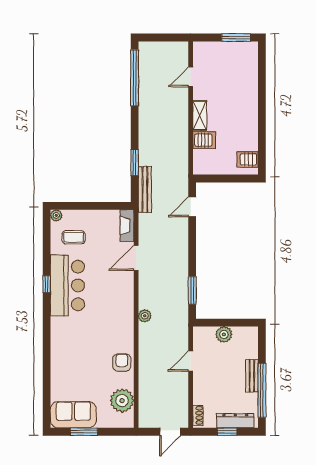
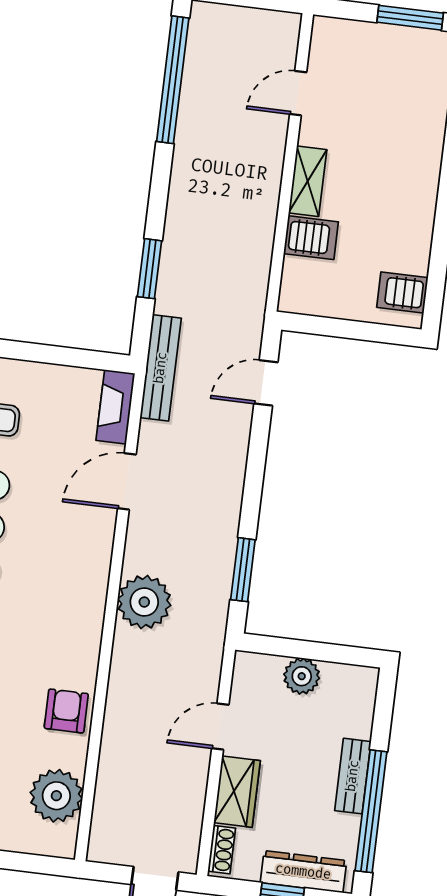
bench: (145, 189) -> (161, 368), moved
plant: (145, 316) -> (144, 602), width x1.87, depth x1.87
wardrobe: (202, 389) -> (237, 792), added

